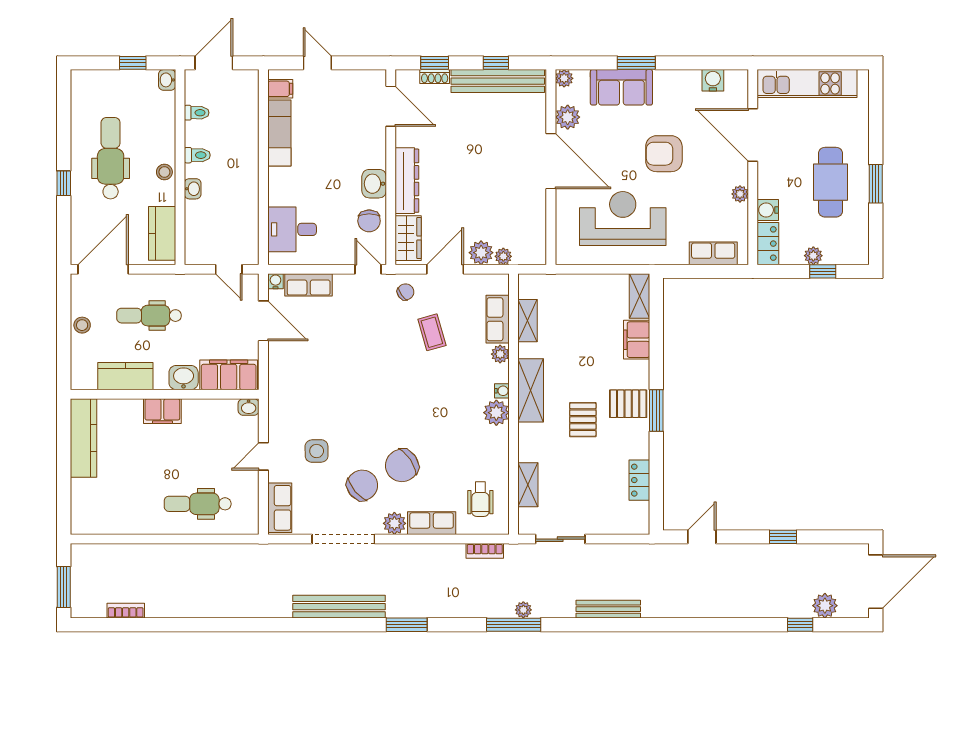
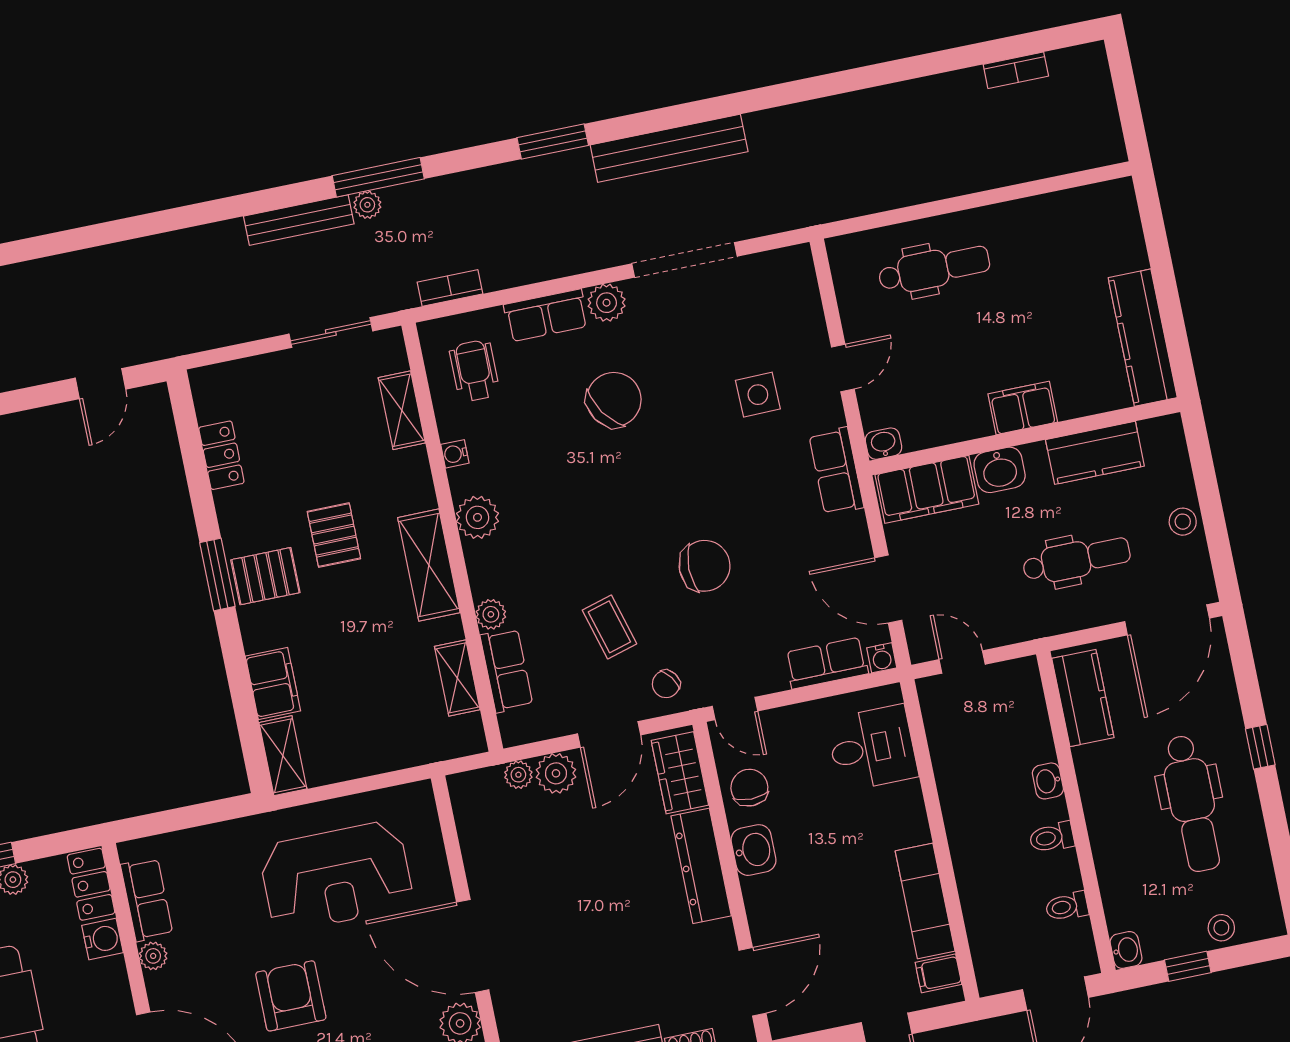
door: (391, 106) -> (752, 982), swing flipped
armchair: (664, 154) -> (291, 996), turned -90
stool: (164, 172) -> (1221, 928), moved
row of seats: (713, 253) -> (147, 899), moved, turned -90
water cooler: (502, 391) -> (455, 454), moved
chair: (362, 485) -> (705, 566), moved, turned -140
row of seats: (280, 508) -> (836, 471), moved
window: (64, 587) -> (1125, 88), removed
bench: (608, 609) -> (299, 220), moved

